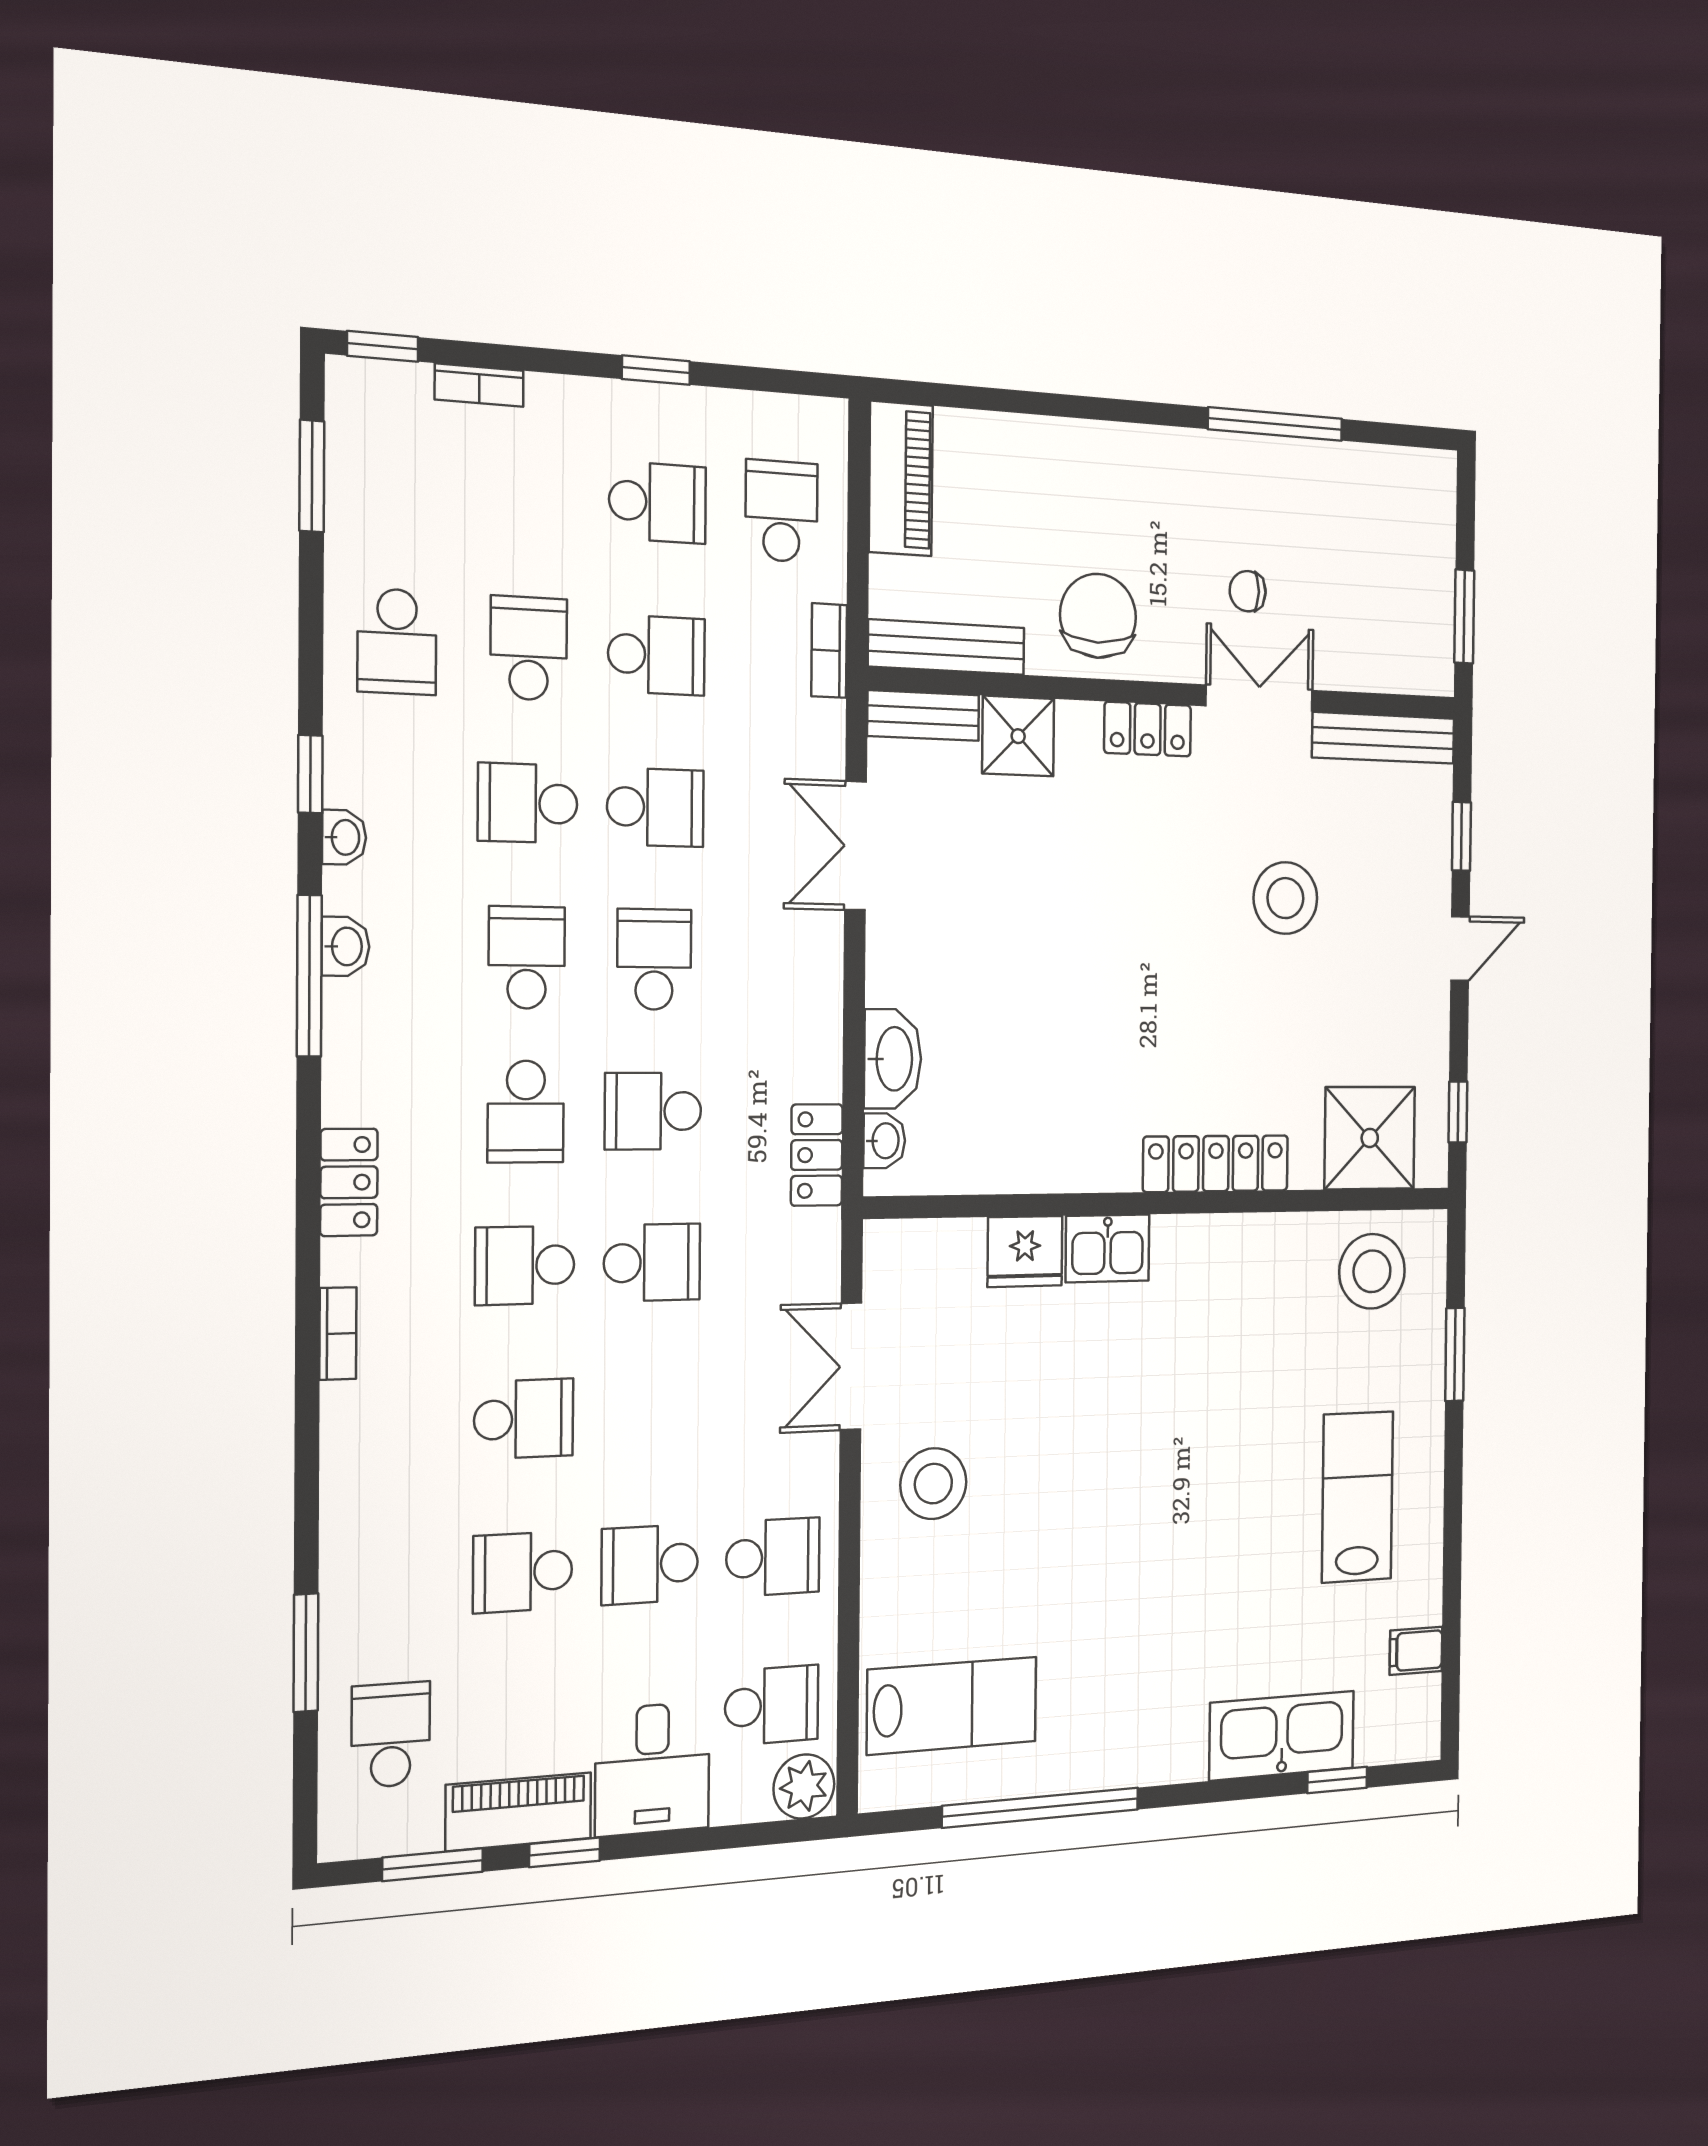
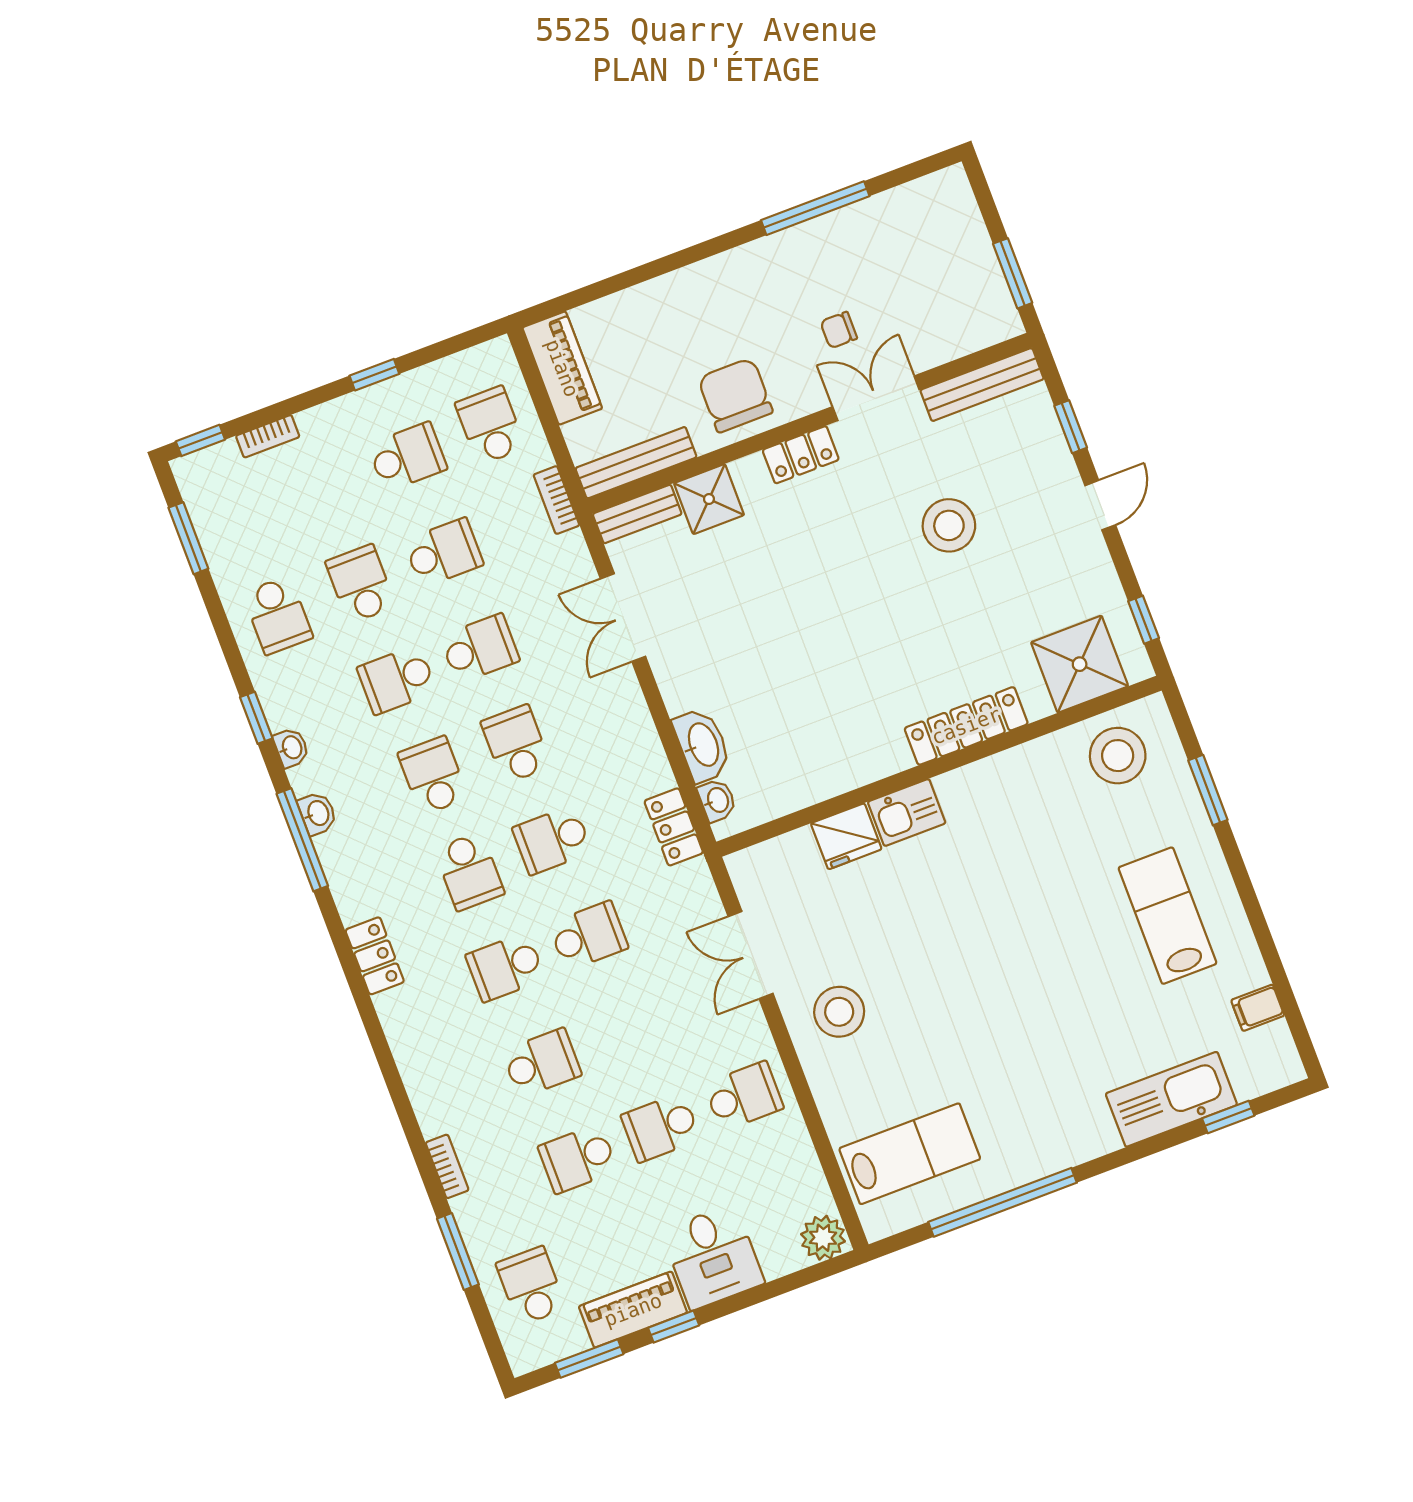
bookcase: (338, 1333) -> (447, 1166), moved
school desk: (772, 1705) -> (780, 1192), removed

